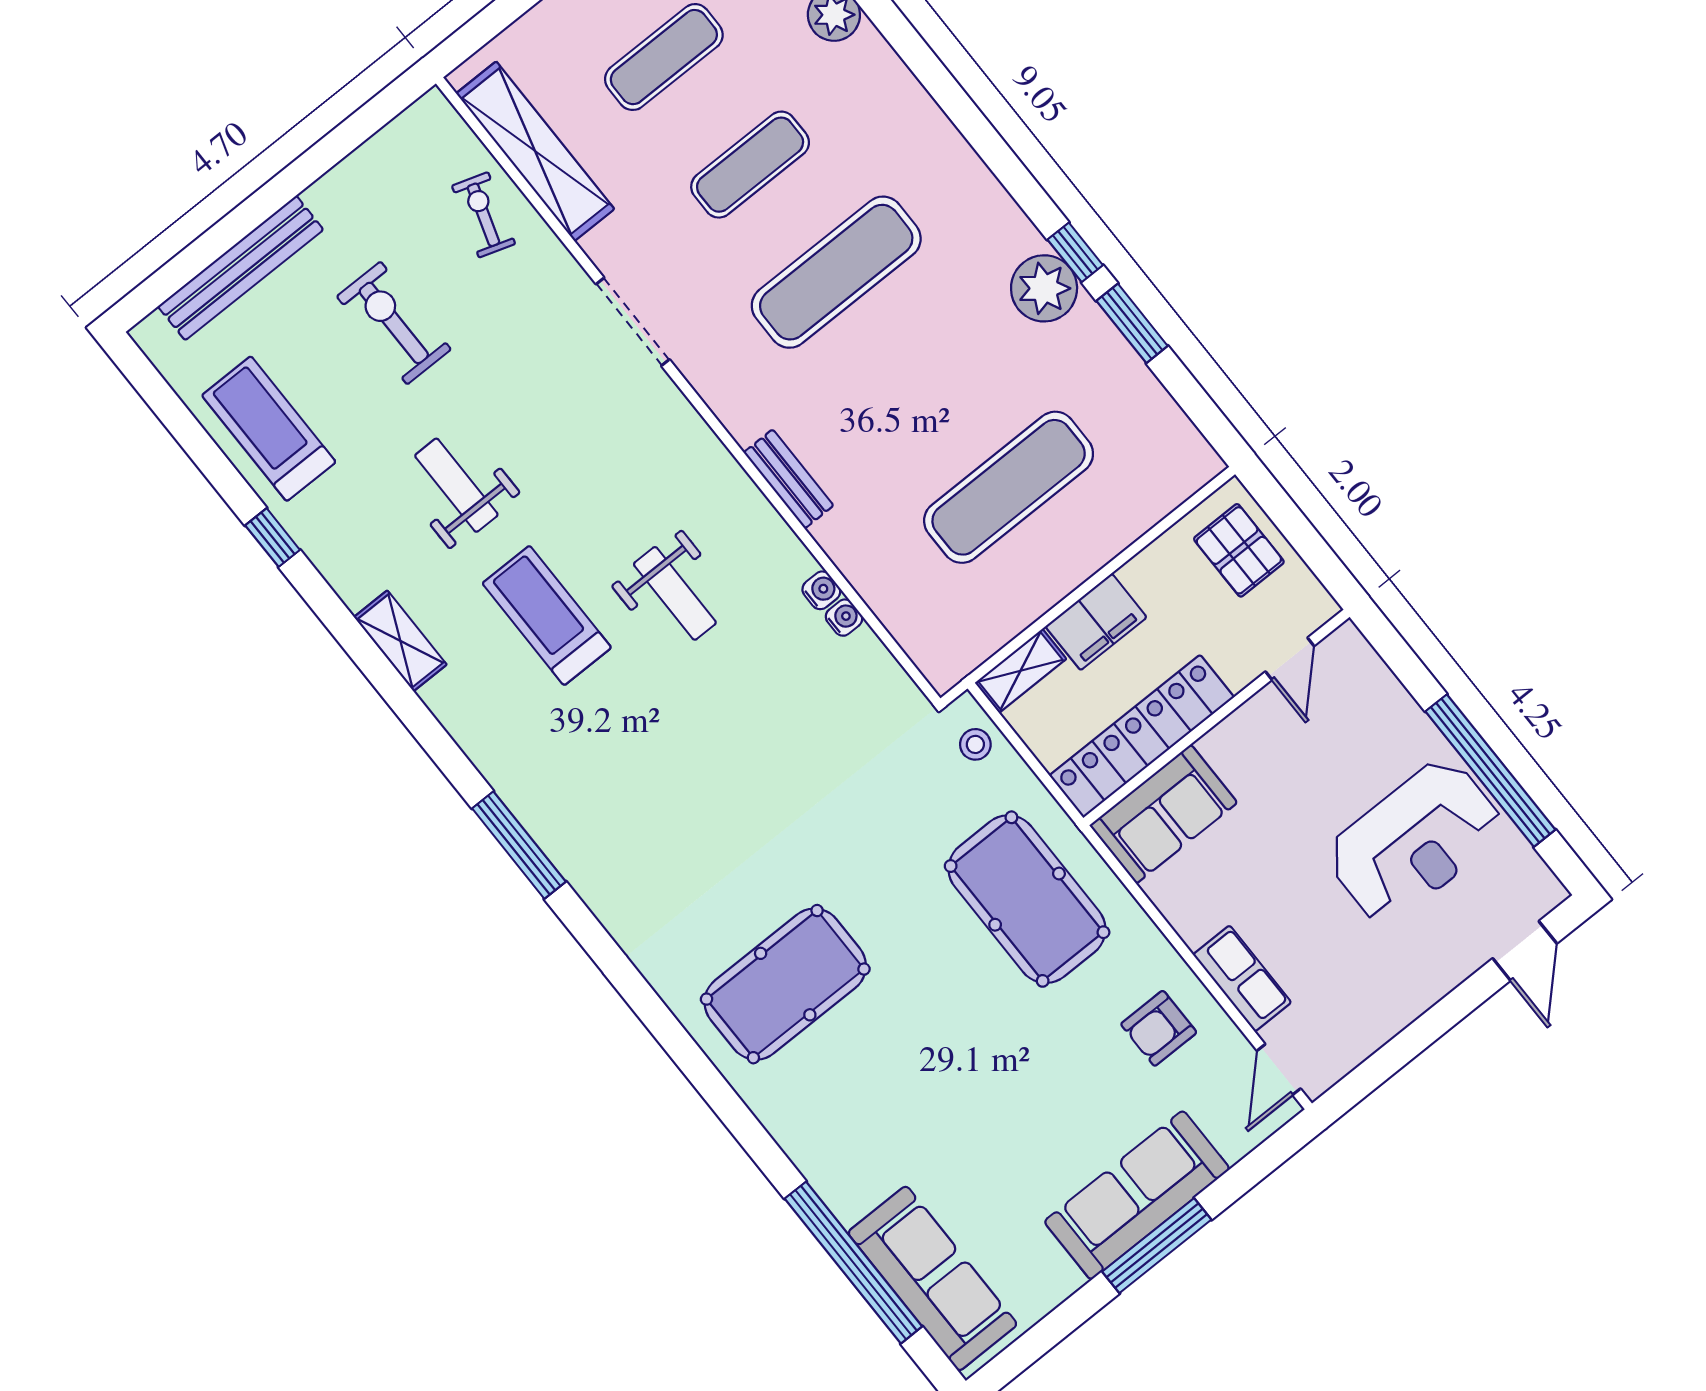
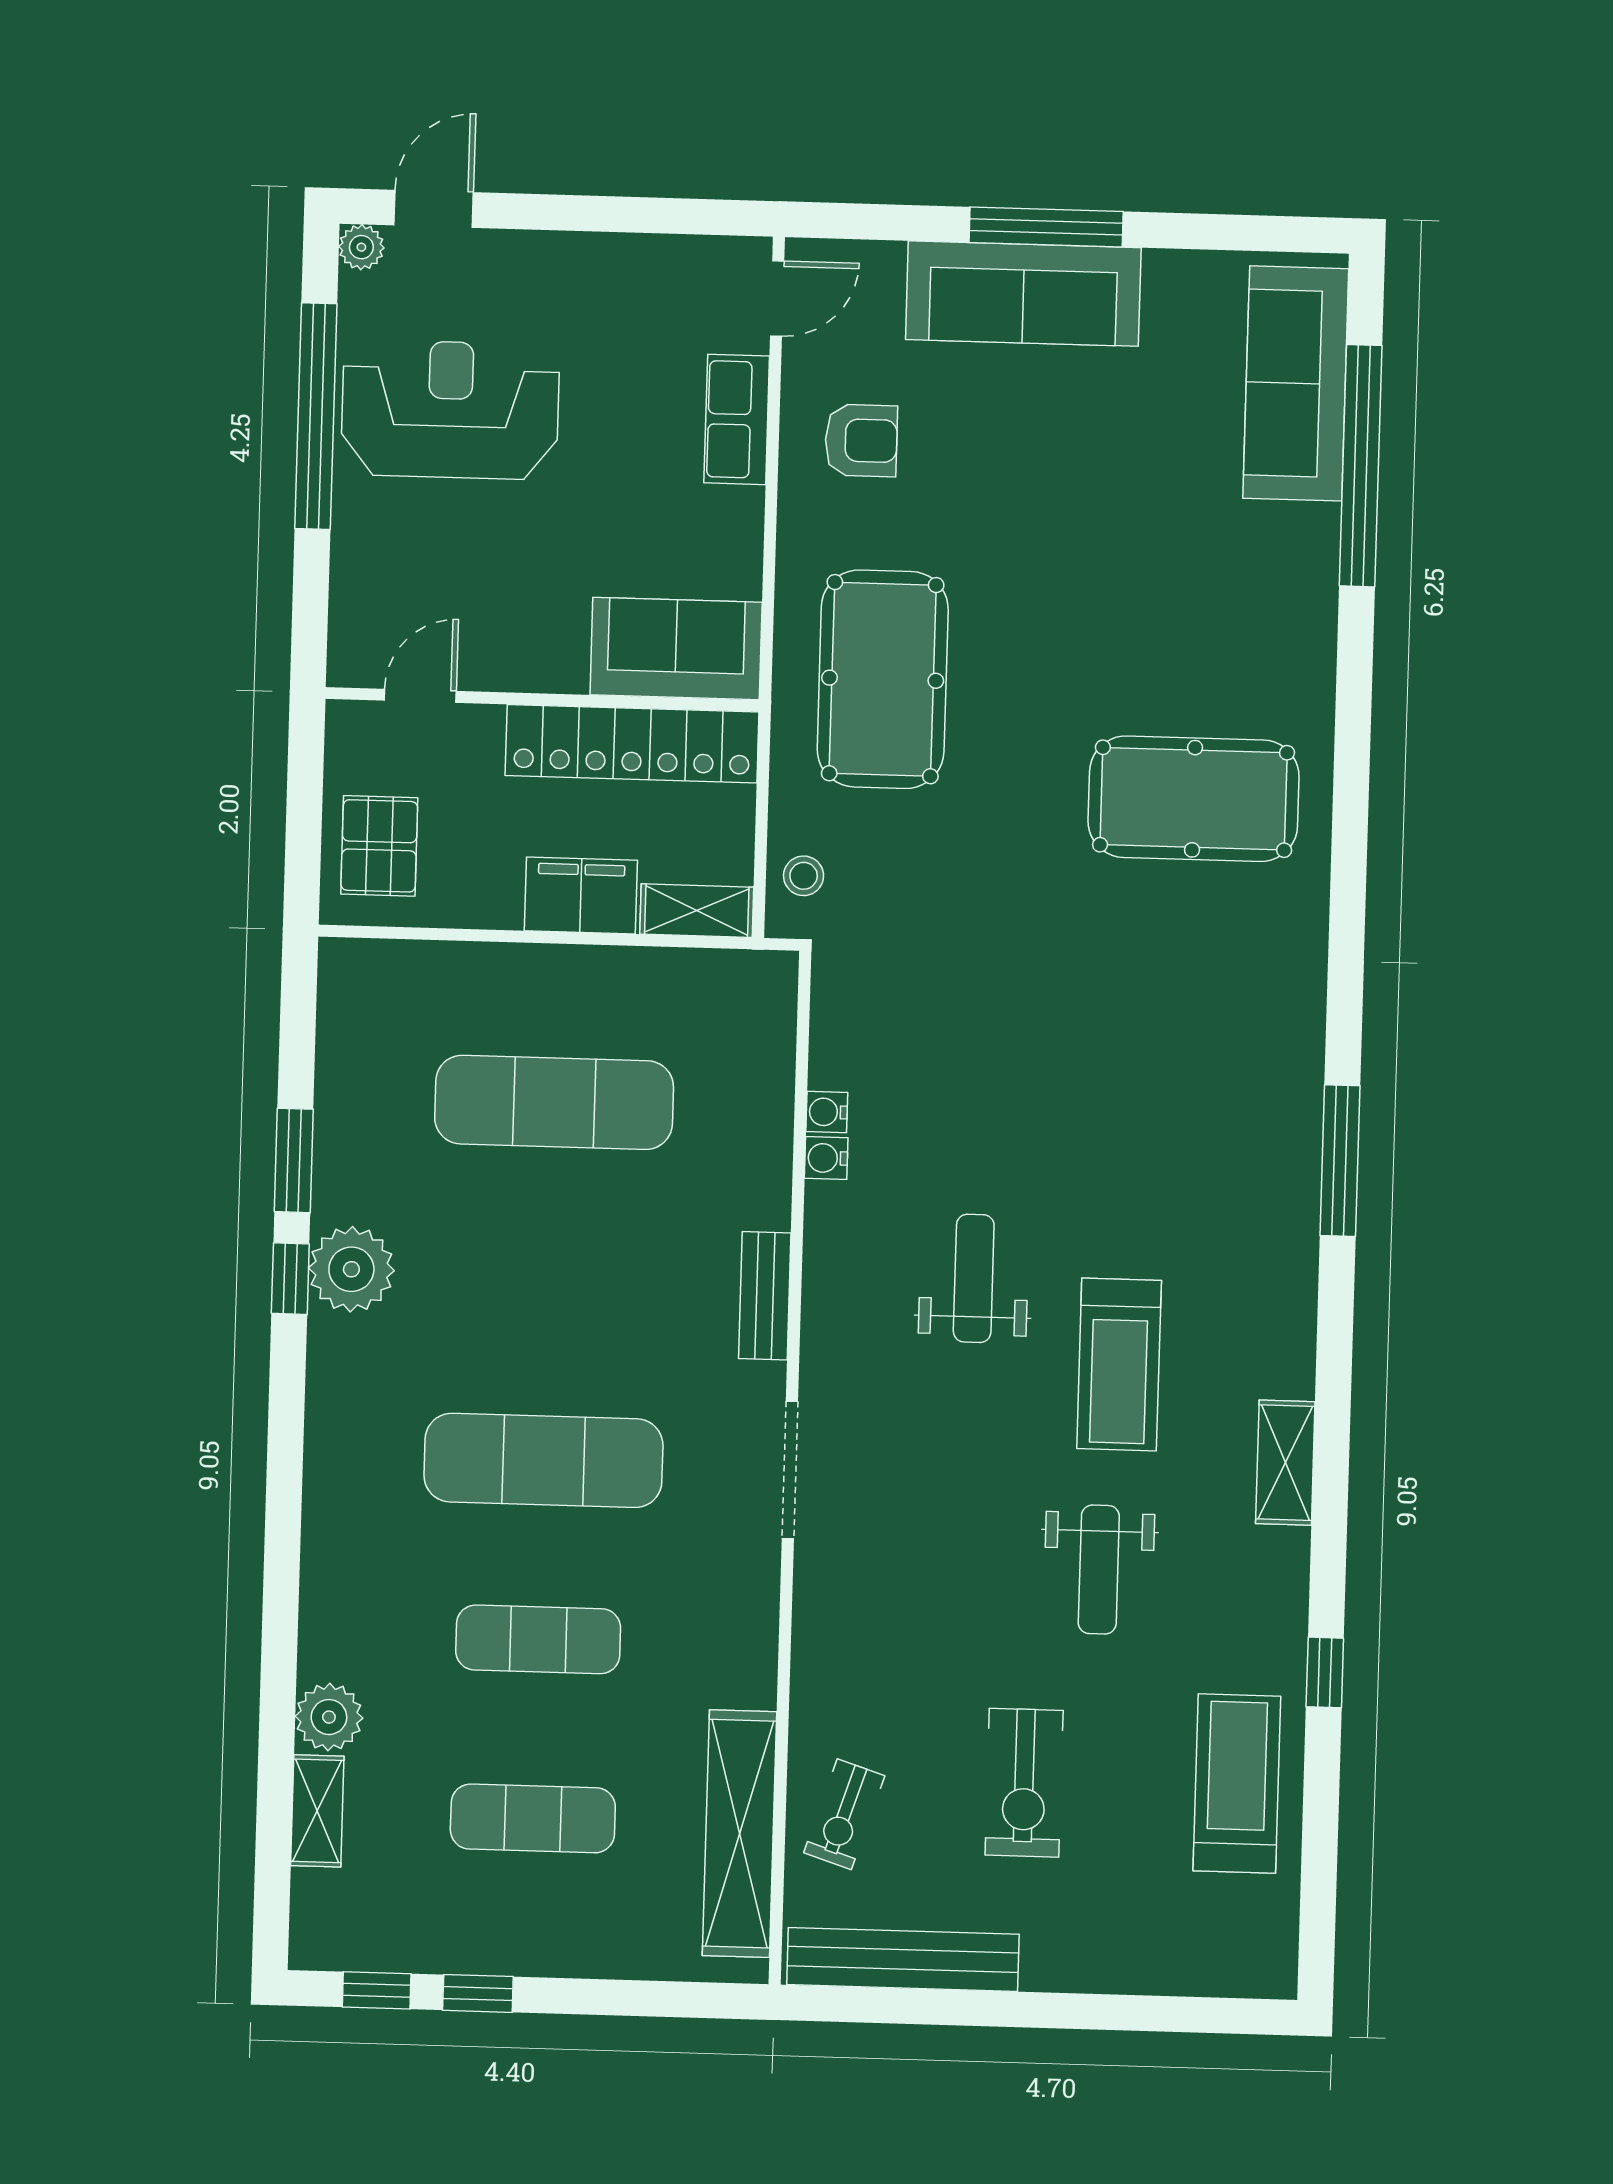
bench: (241, 268) -> (903, 1959), moved
doorway: (633, 322) -> (790, 1470), moved
treadmill: (269, 429) -> (1237, 1783), turned 180
plant: (1548, 892) -> (361, 247), added

